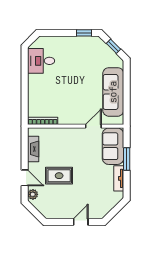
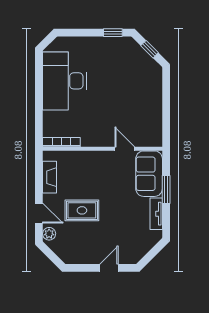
desk: (41, 61) -> (65, 81), width x1.87, depth x1.30
sofa: (113, 92) -> (149, 106), removed
door: (93, 126) -> (125, 149), hinge flipped

